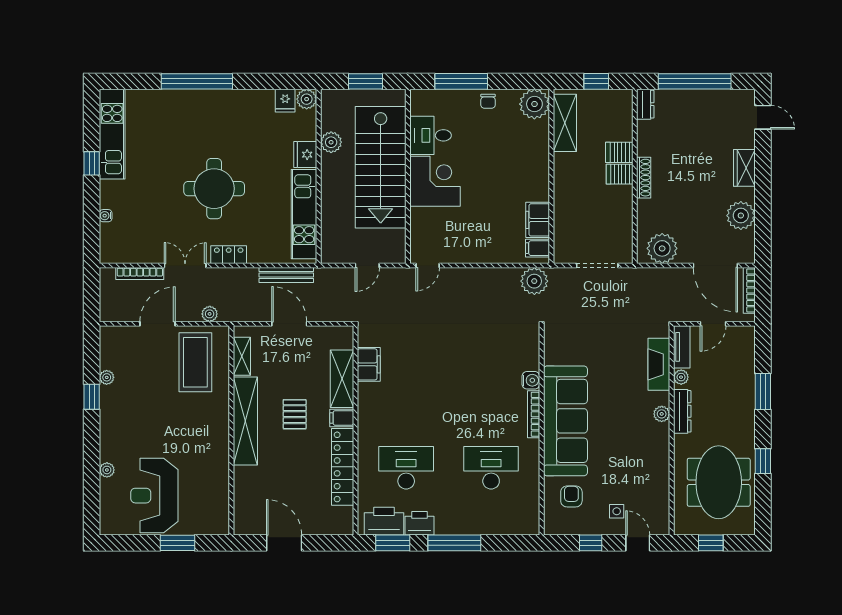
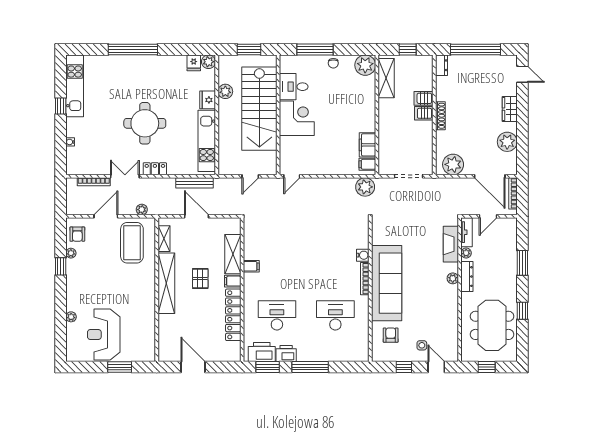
armchair: (116, 350) -> (77, 234), added
filing cabinet: (369, 364) -> (251, 266), moved, width x0.50

